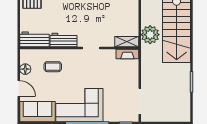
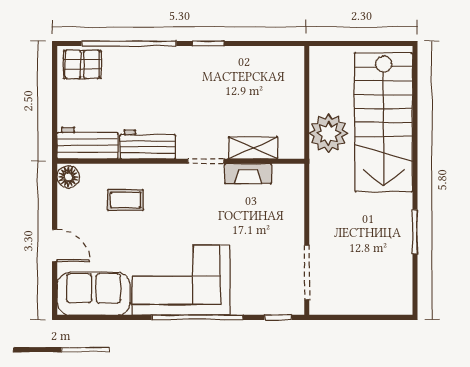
shelving: (127, 42) -> (253, 148), moved
fireplace: (127, 54) -> (248, 174), moved
floor lamp: (25, 69) -> (68, 177), moved

